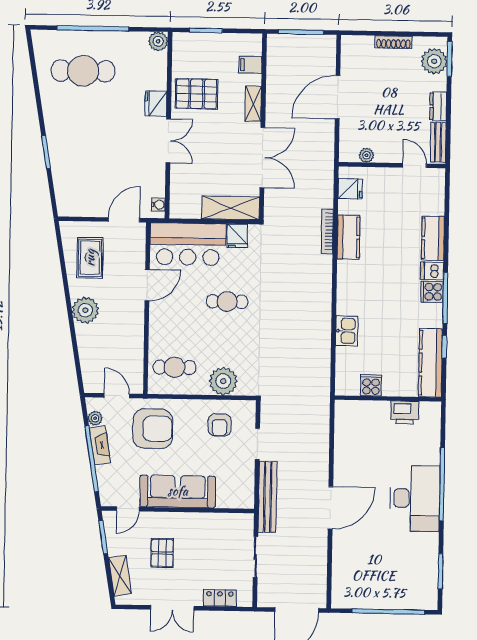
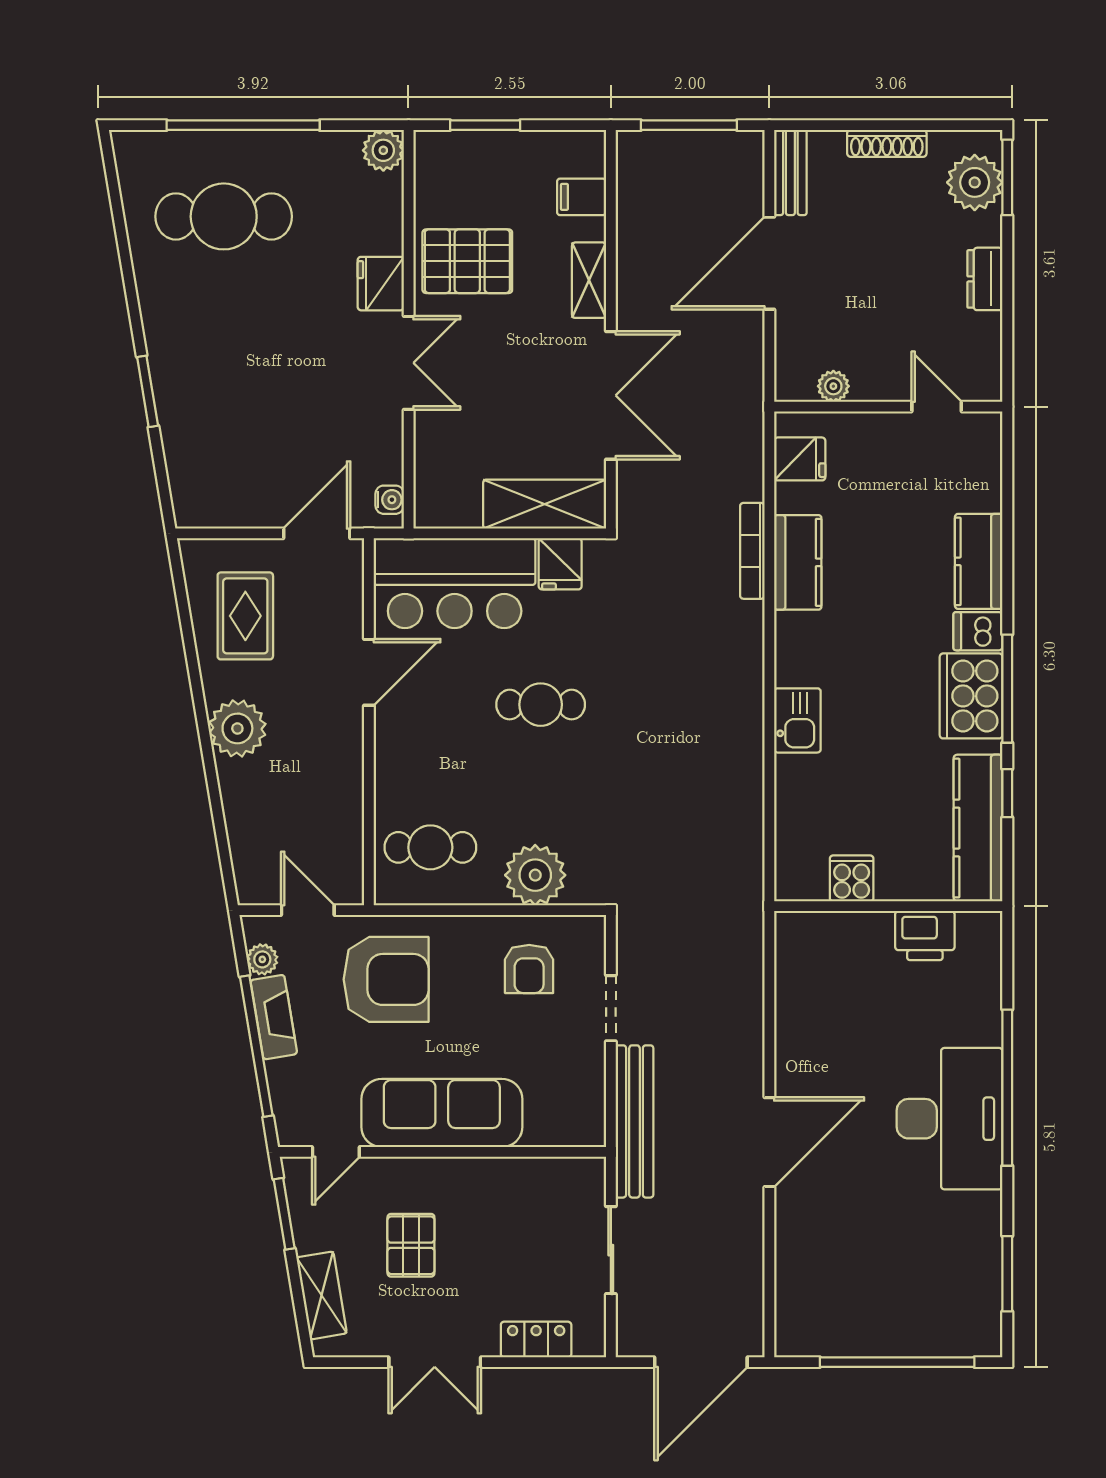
bench: (438, 142) -> (790, 172), moved
cooker: (432, 292) -> (971, 696), width x1.87, depth x1.31
kitchen sink: (347, 331) -> (797, 720), moved

